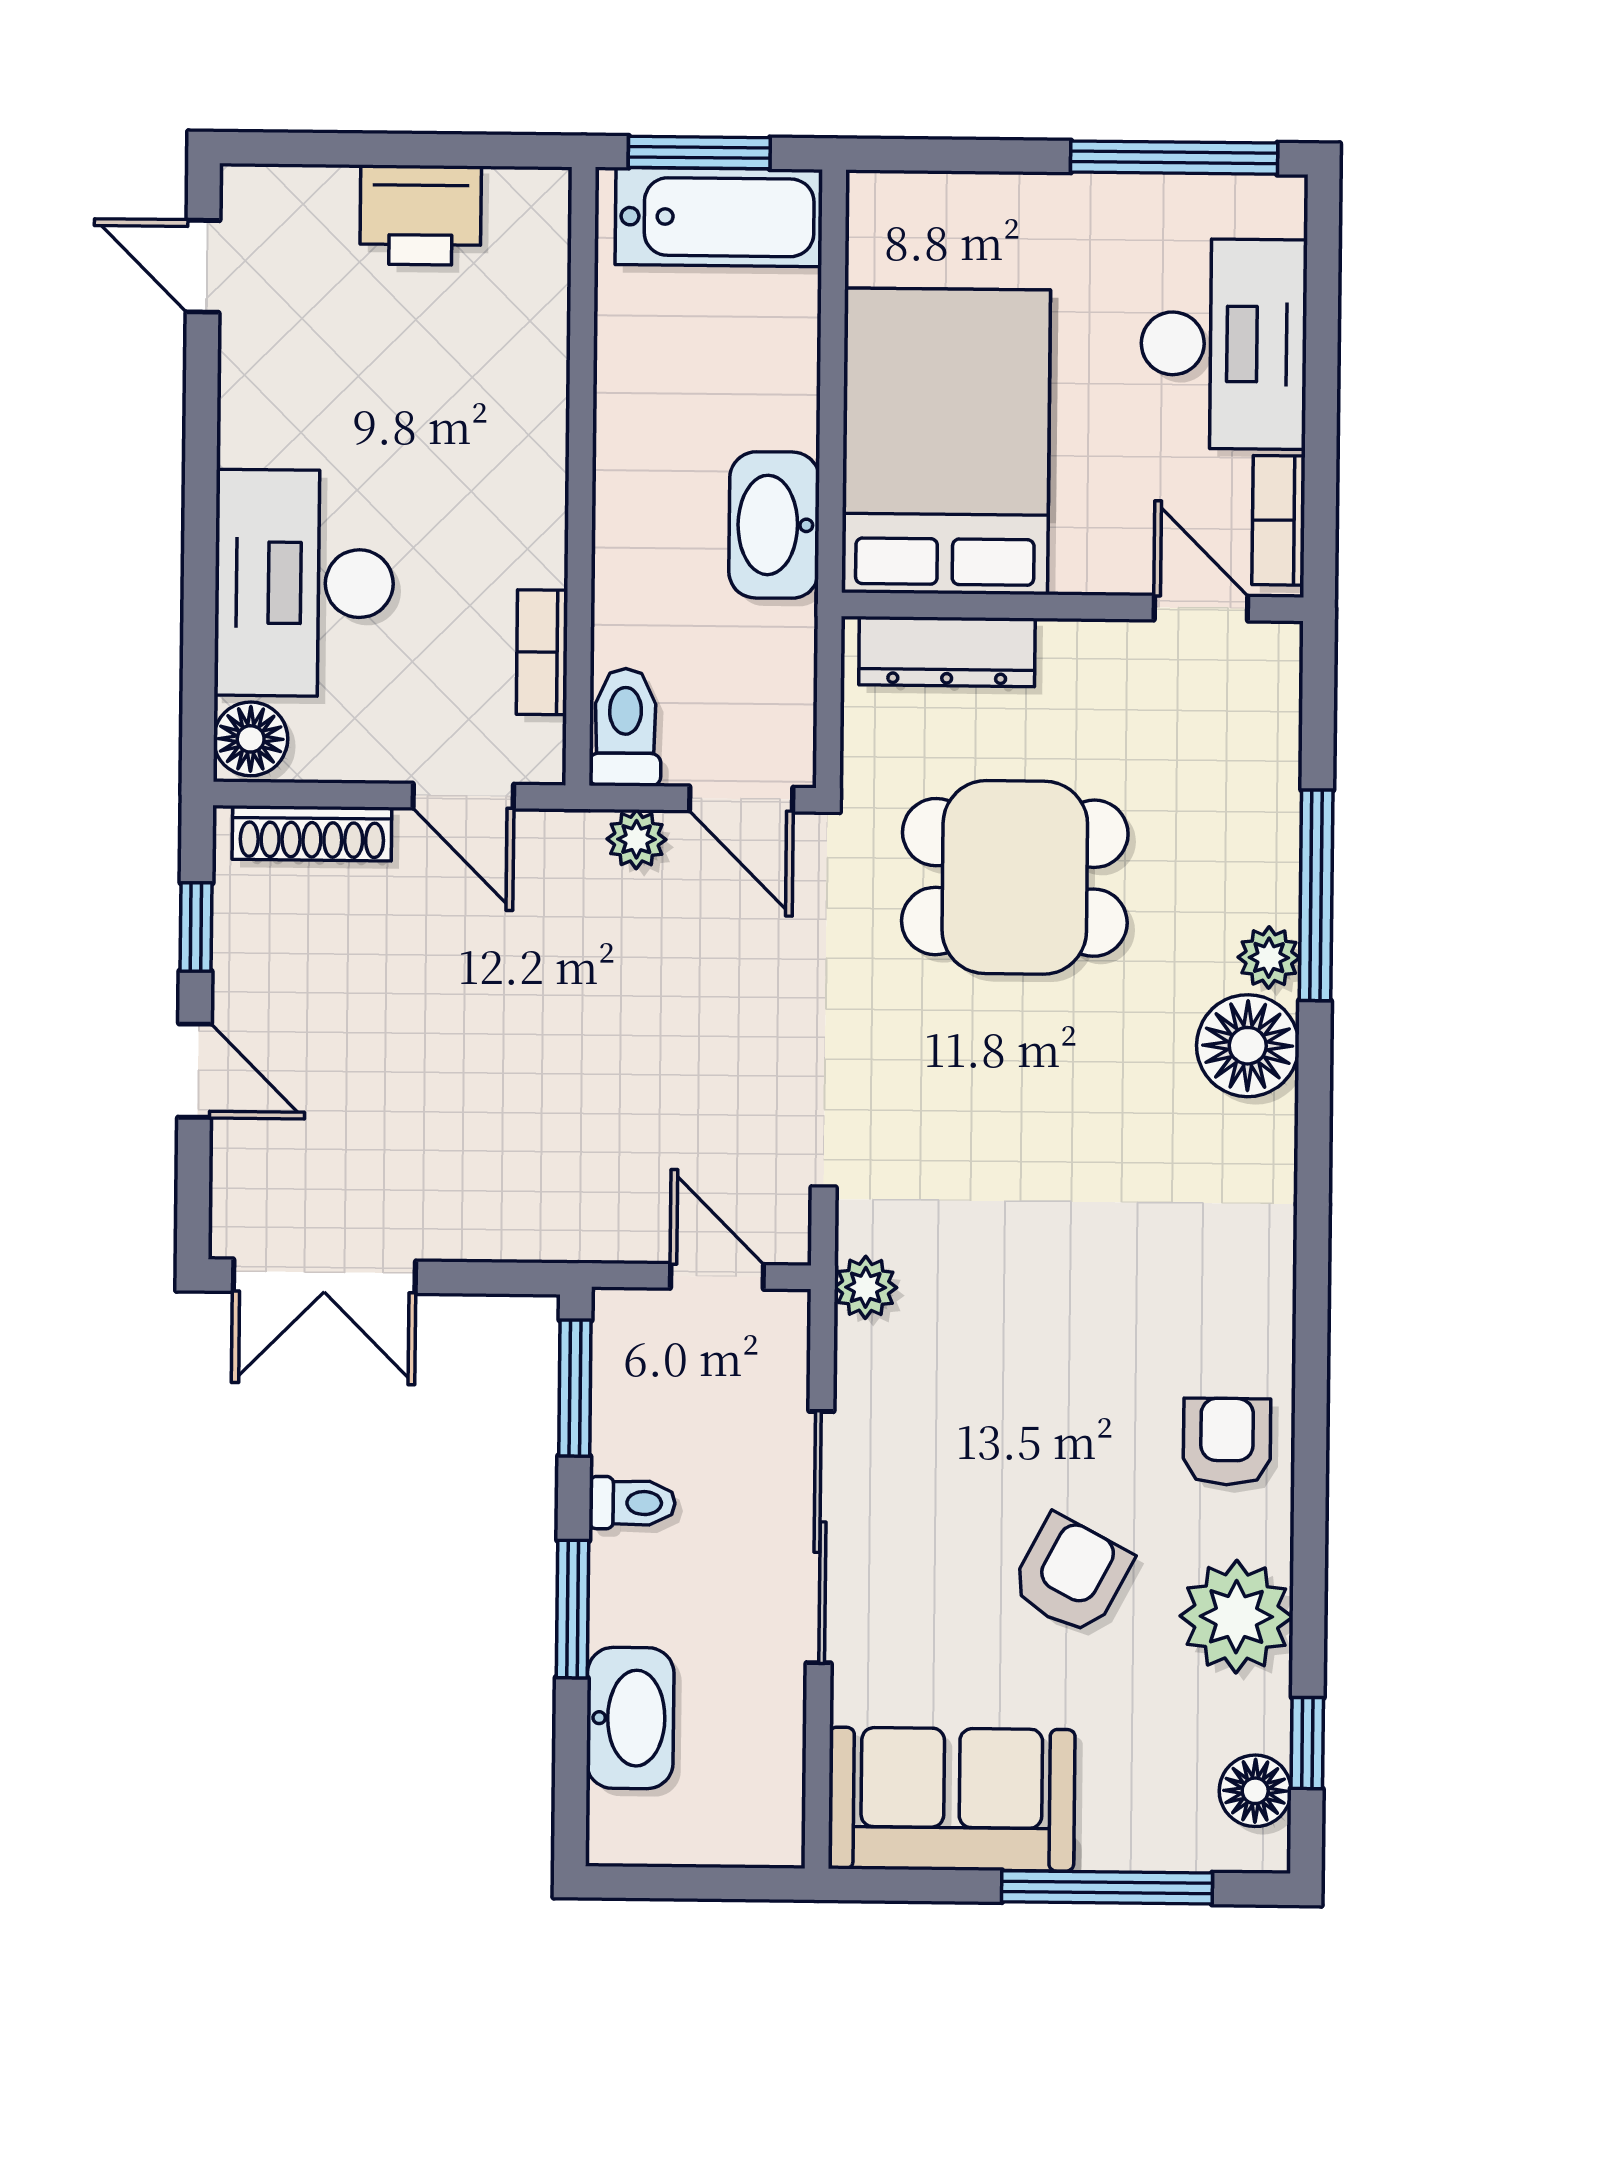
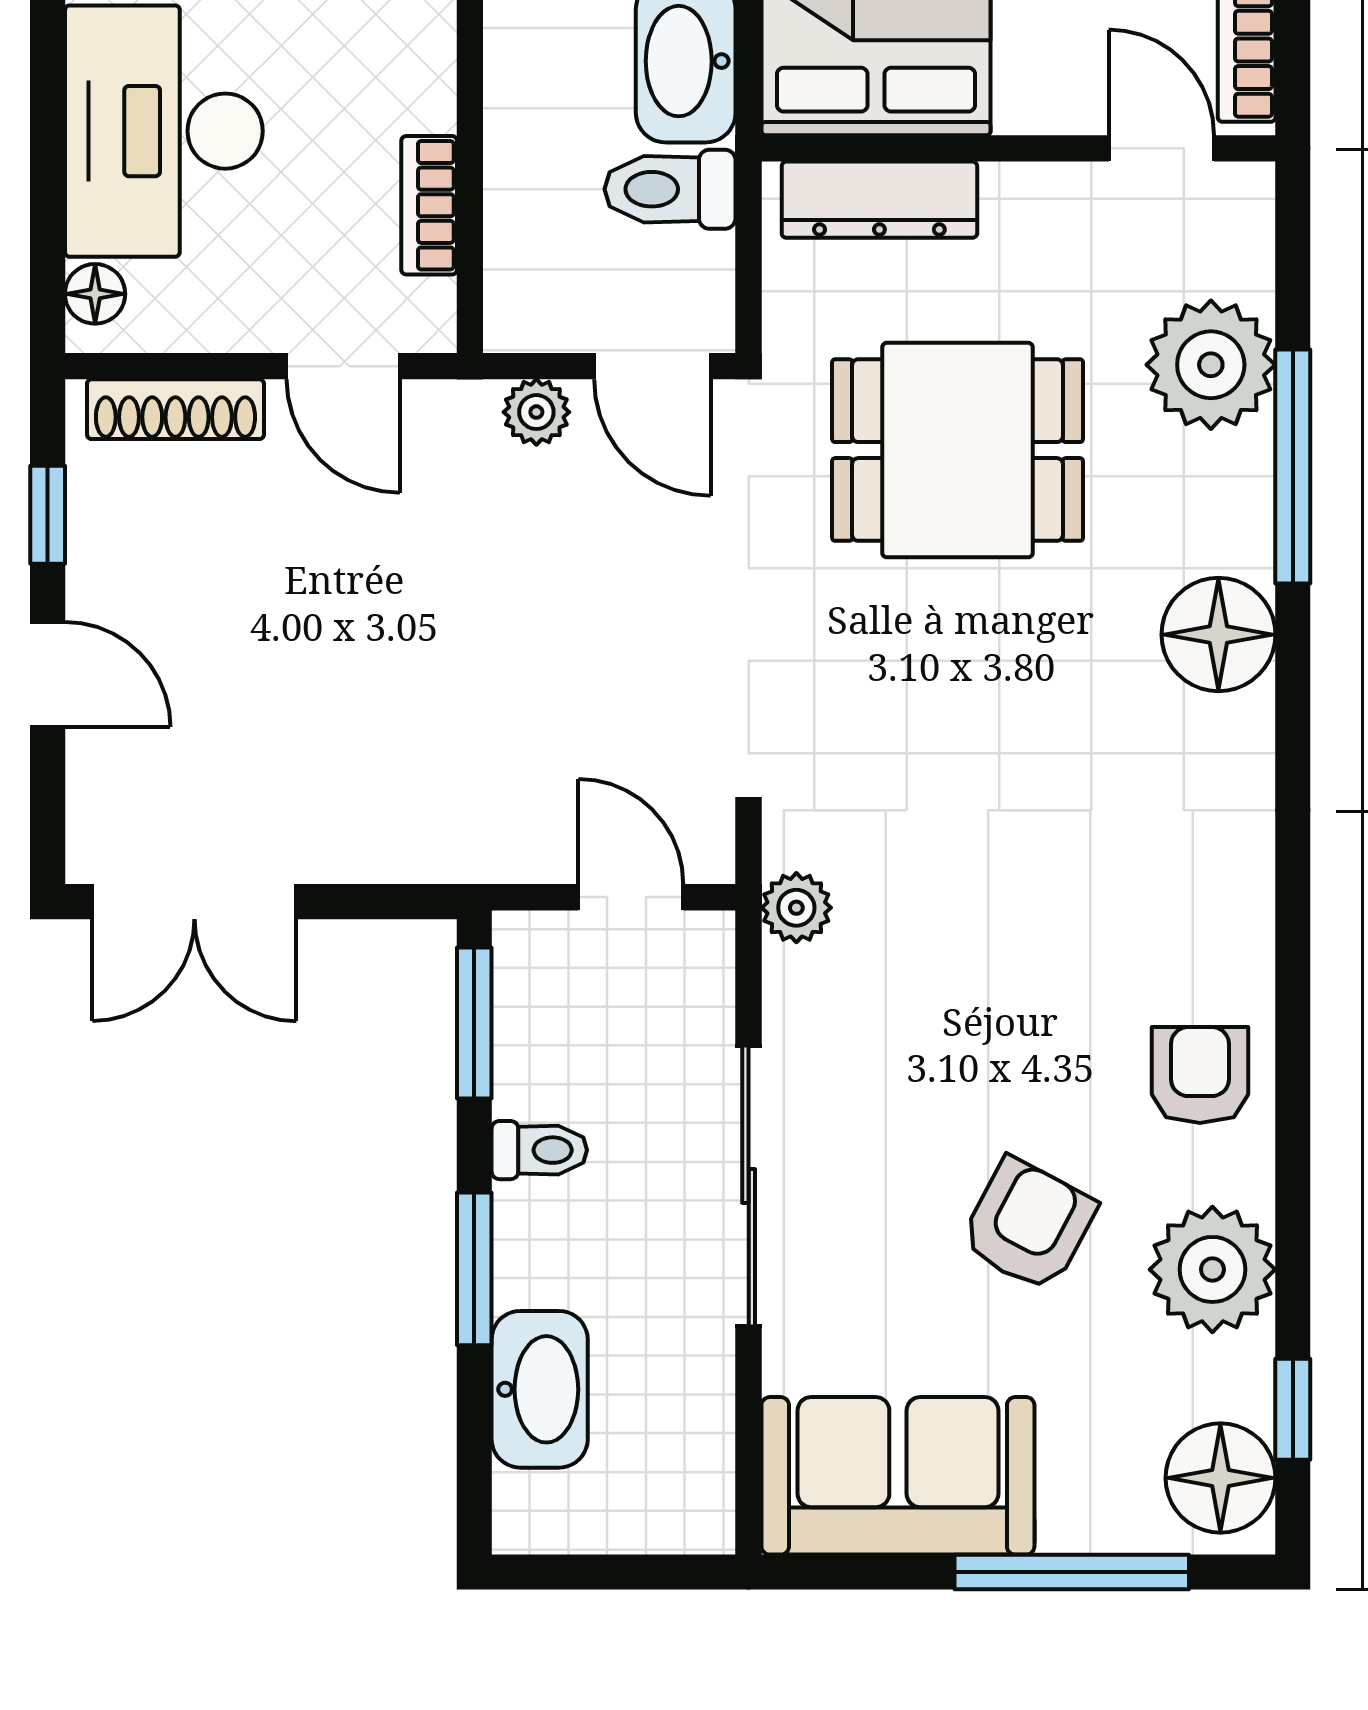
toilet: (625, 727) -> (670, 189), moved, turned -90
floor lamp: (251, 739) -> (95, 294), width x0.73, depth x0.73
plant: (1269, 958) -> (1211, 365), moved, width x1.88, depth x1.88
floor lamp: (1255, 1791) -> (1220, 1478), width x1.38, depth x1.38

